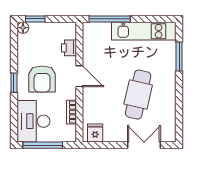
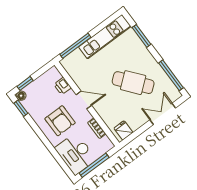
window: (14, 83) -> (21, 108), moved
cafe table: (138, 95) -> (133, 83), turned -52
window: (179, 115) -> (171, 75), added

